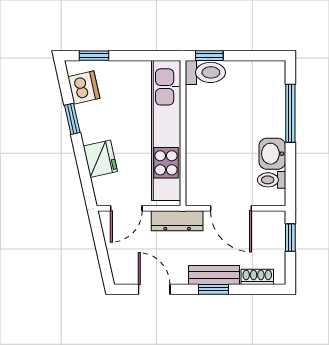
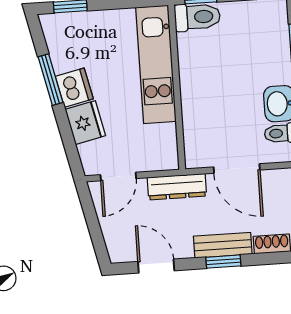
dishwasher: (84, 87) -> (74, 88), moved
window: (72, 119) -> (51, 80), width x1.50
kitchen unit: (166, 130) -> (156, 64), width x0.73

